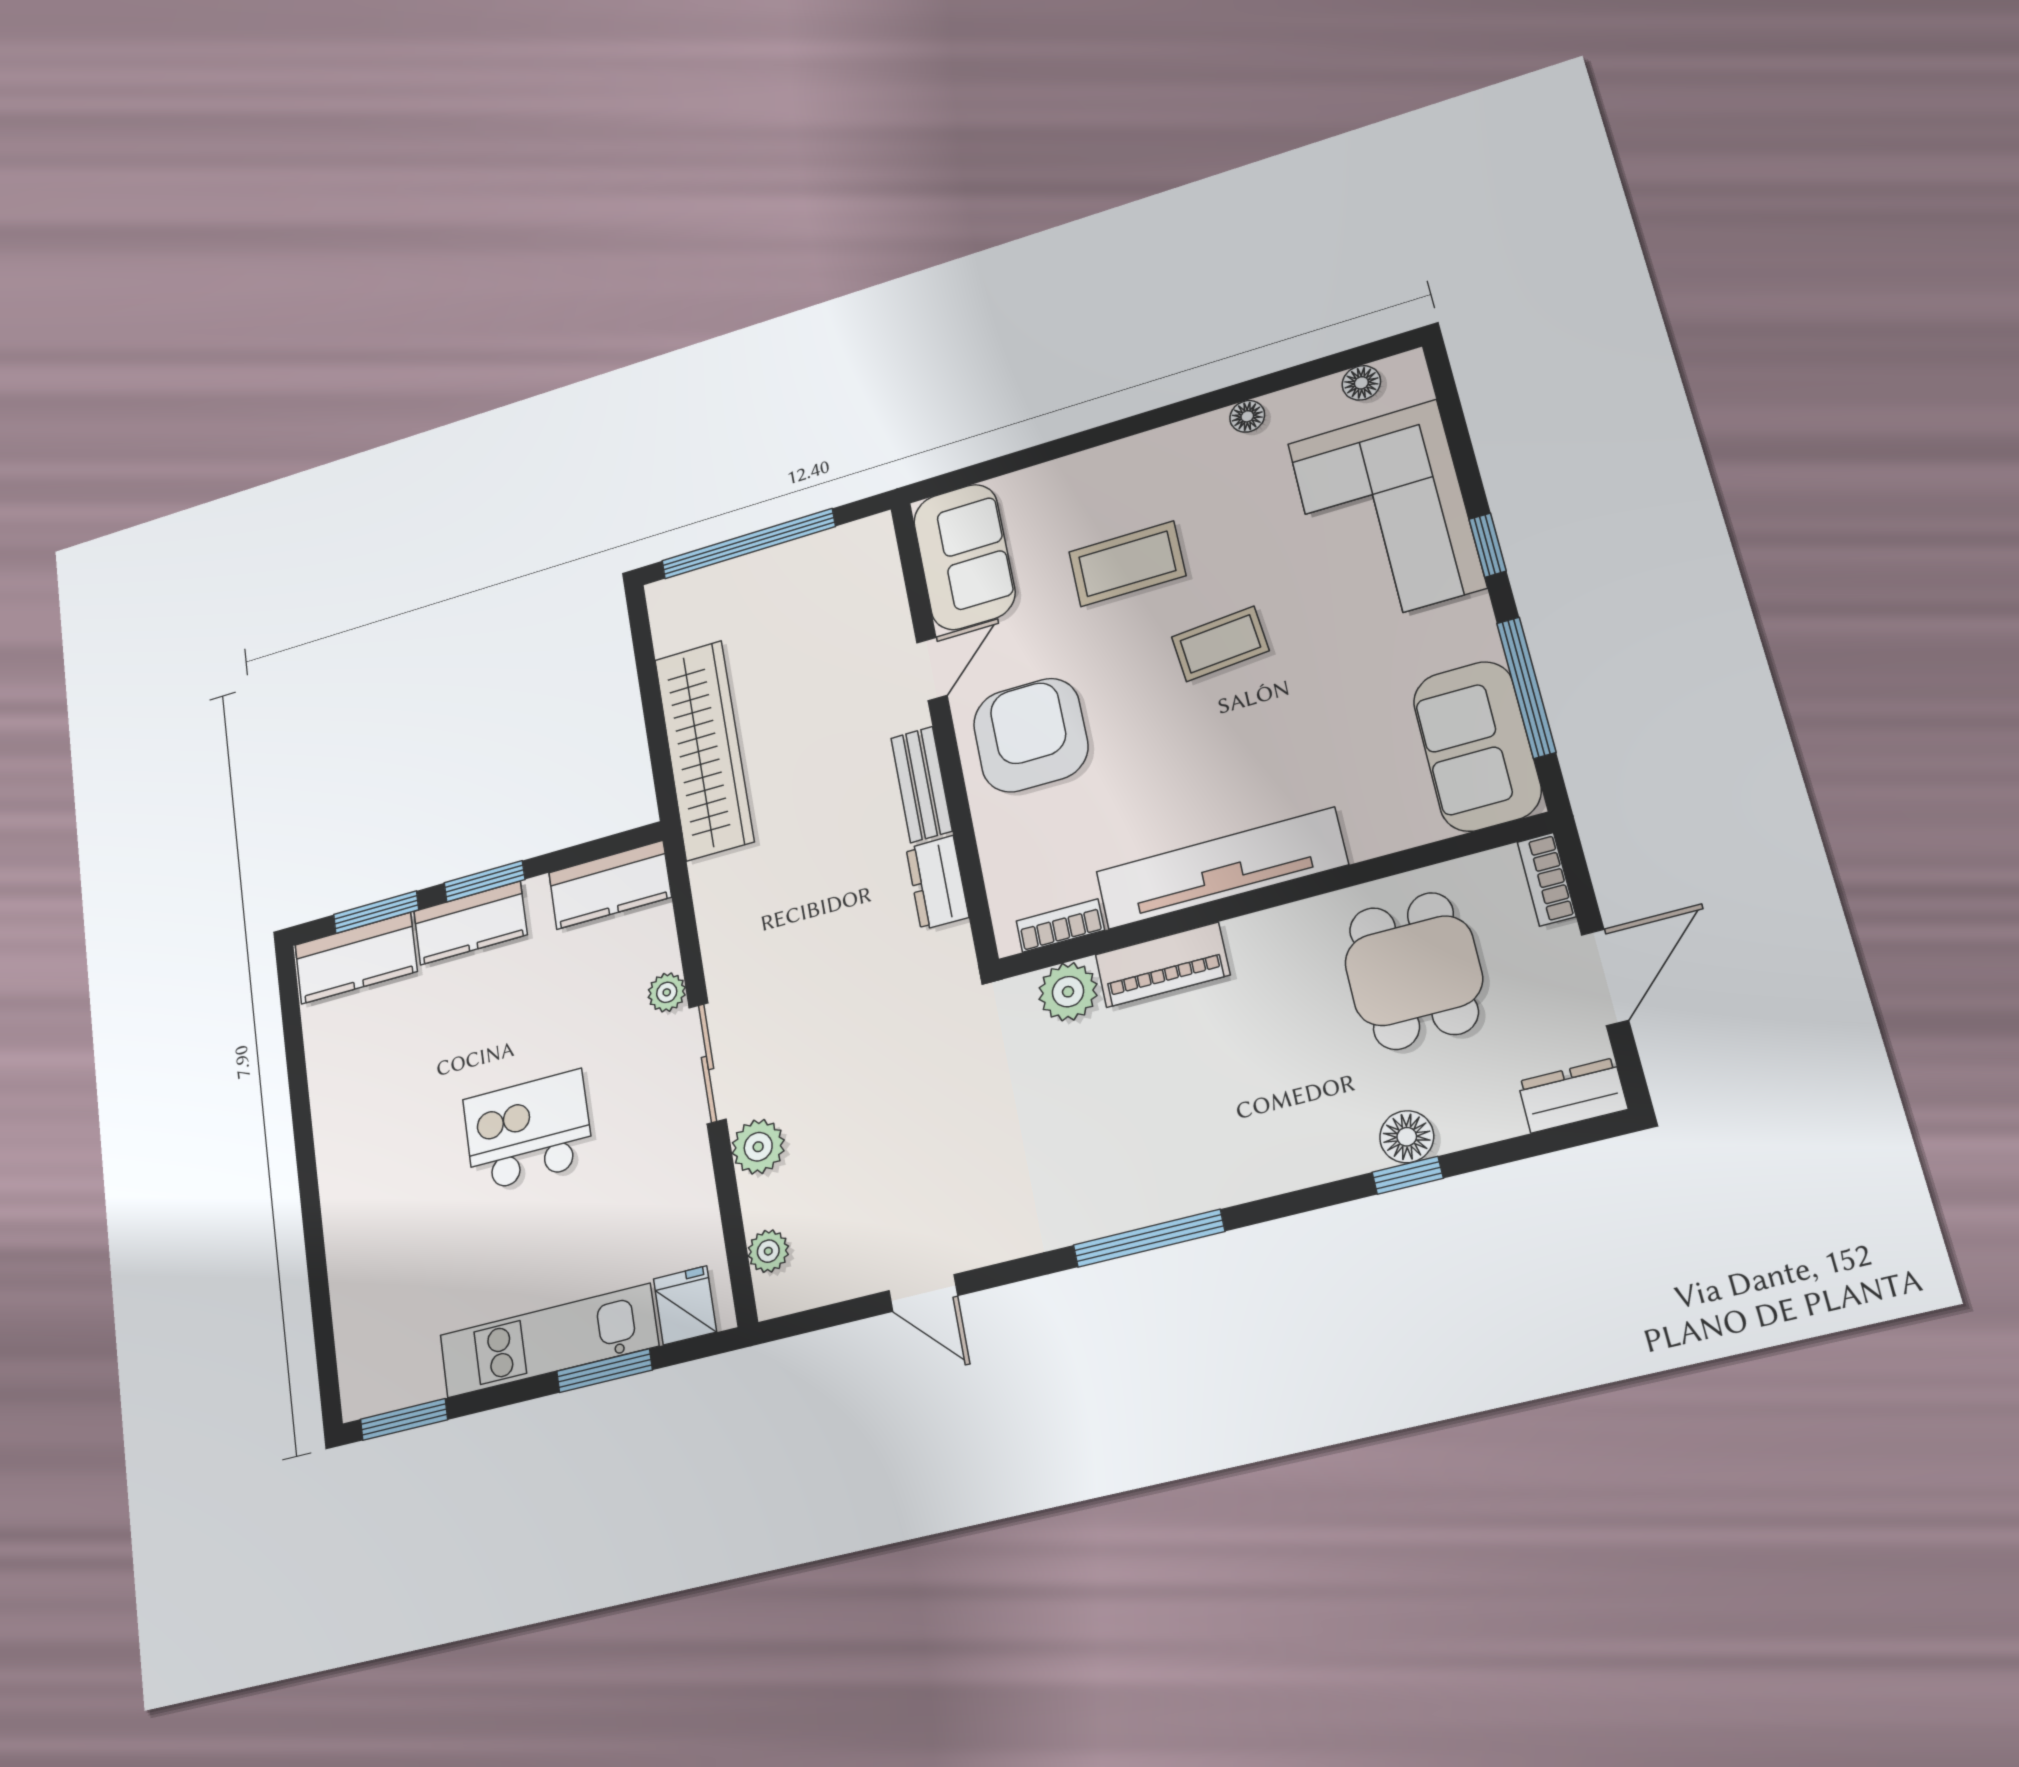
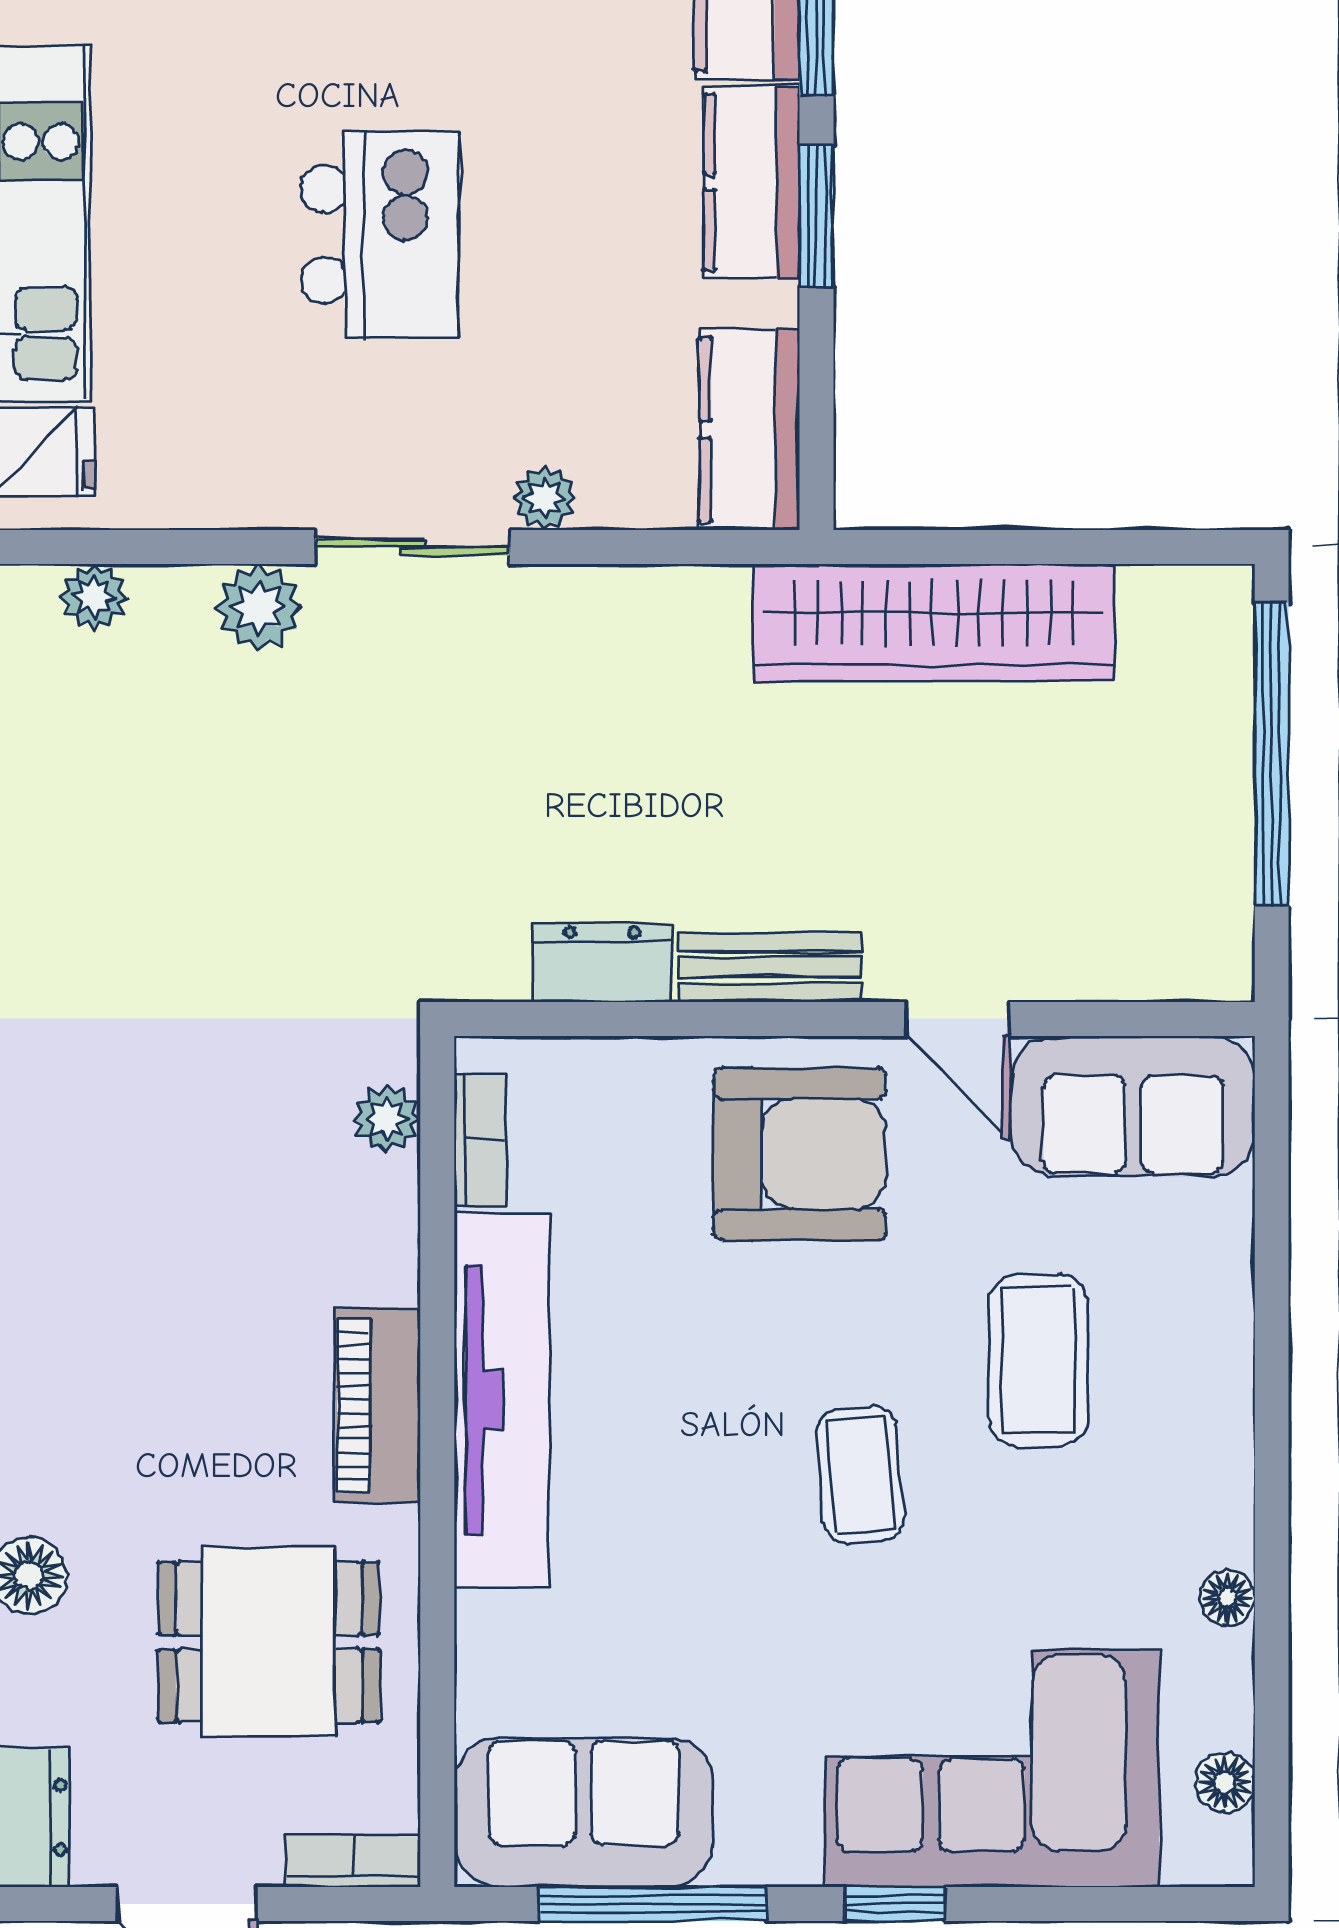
piano: (1162, 965) -> (377, 1406), moved
plant: (1068, 992) -> (387, 1119), width x0.73, depth x0.73

